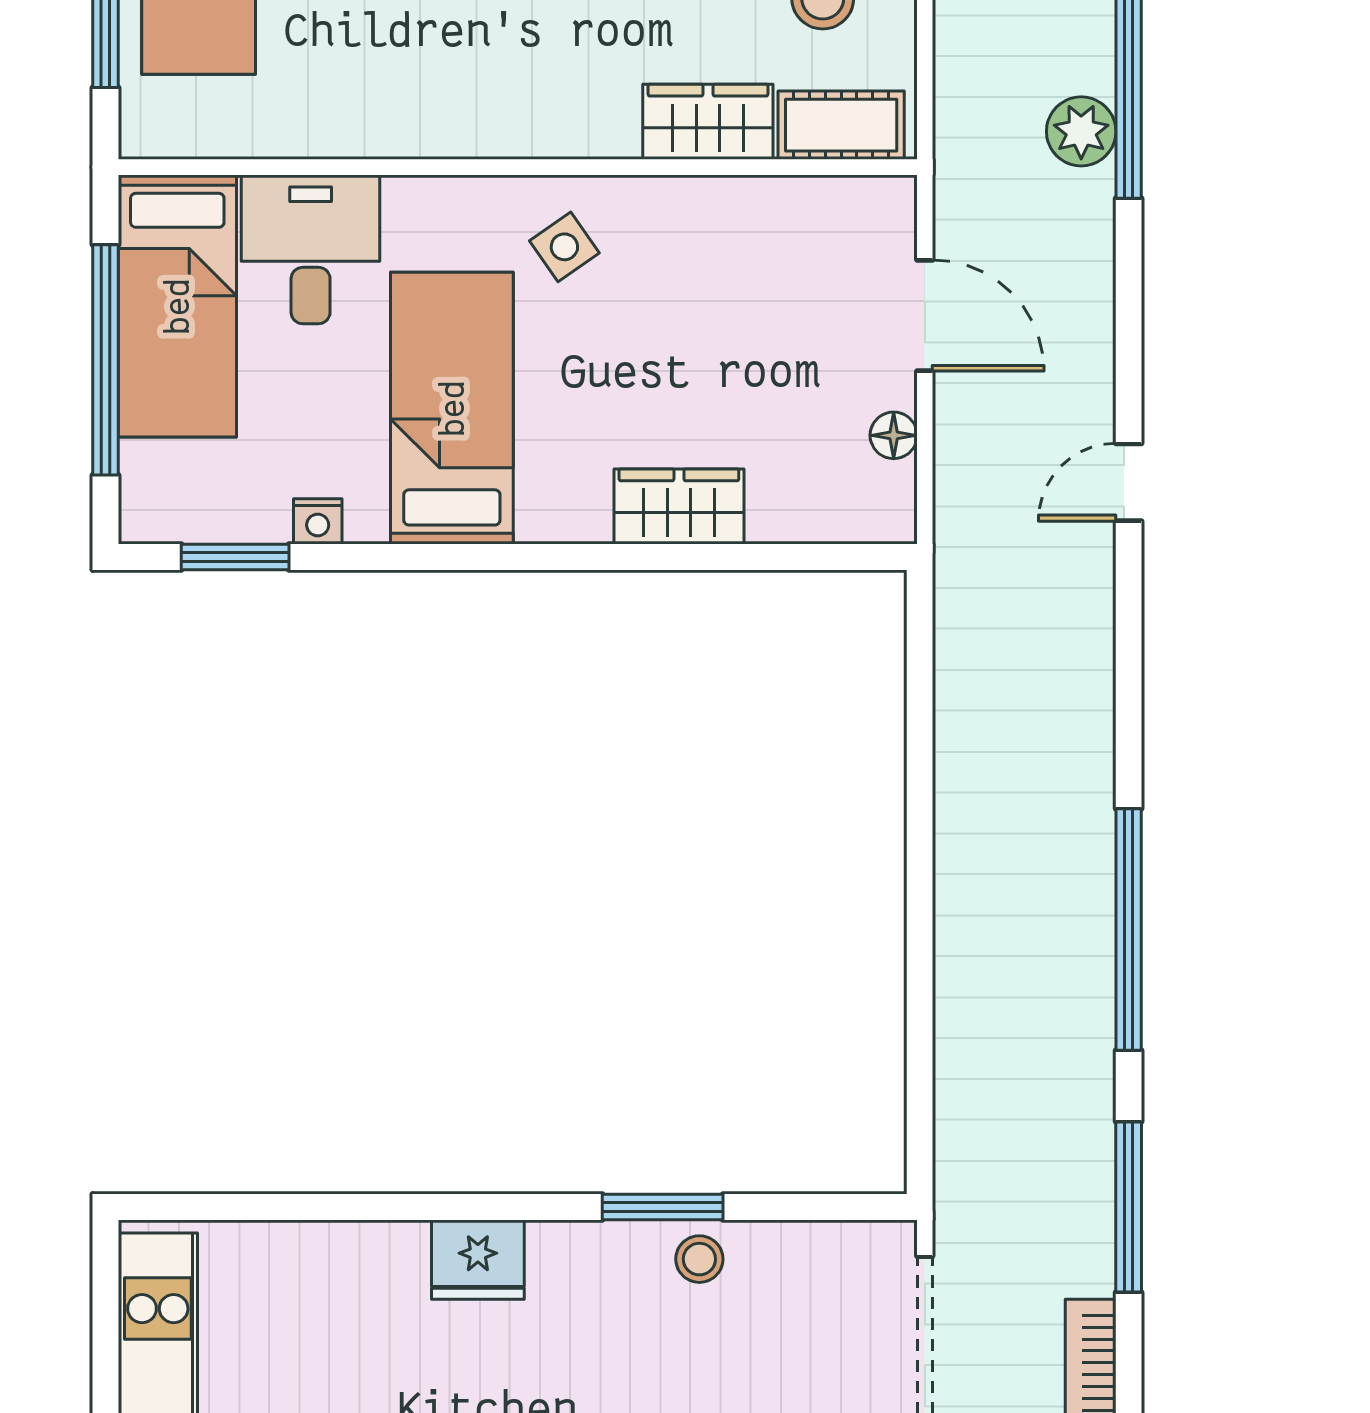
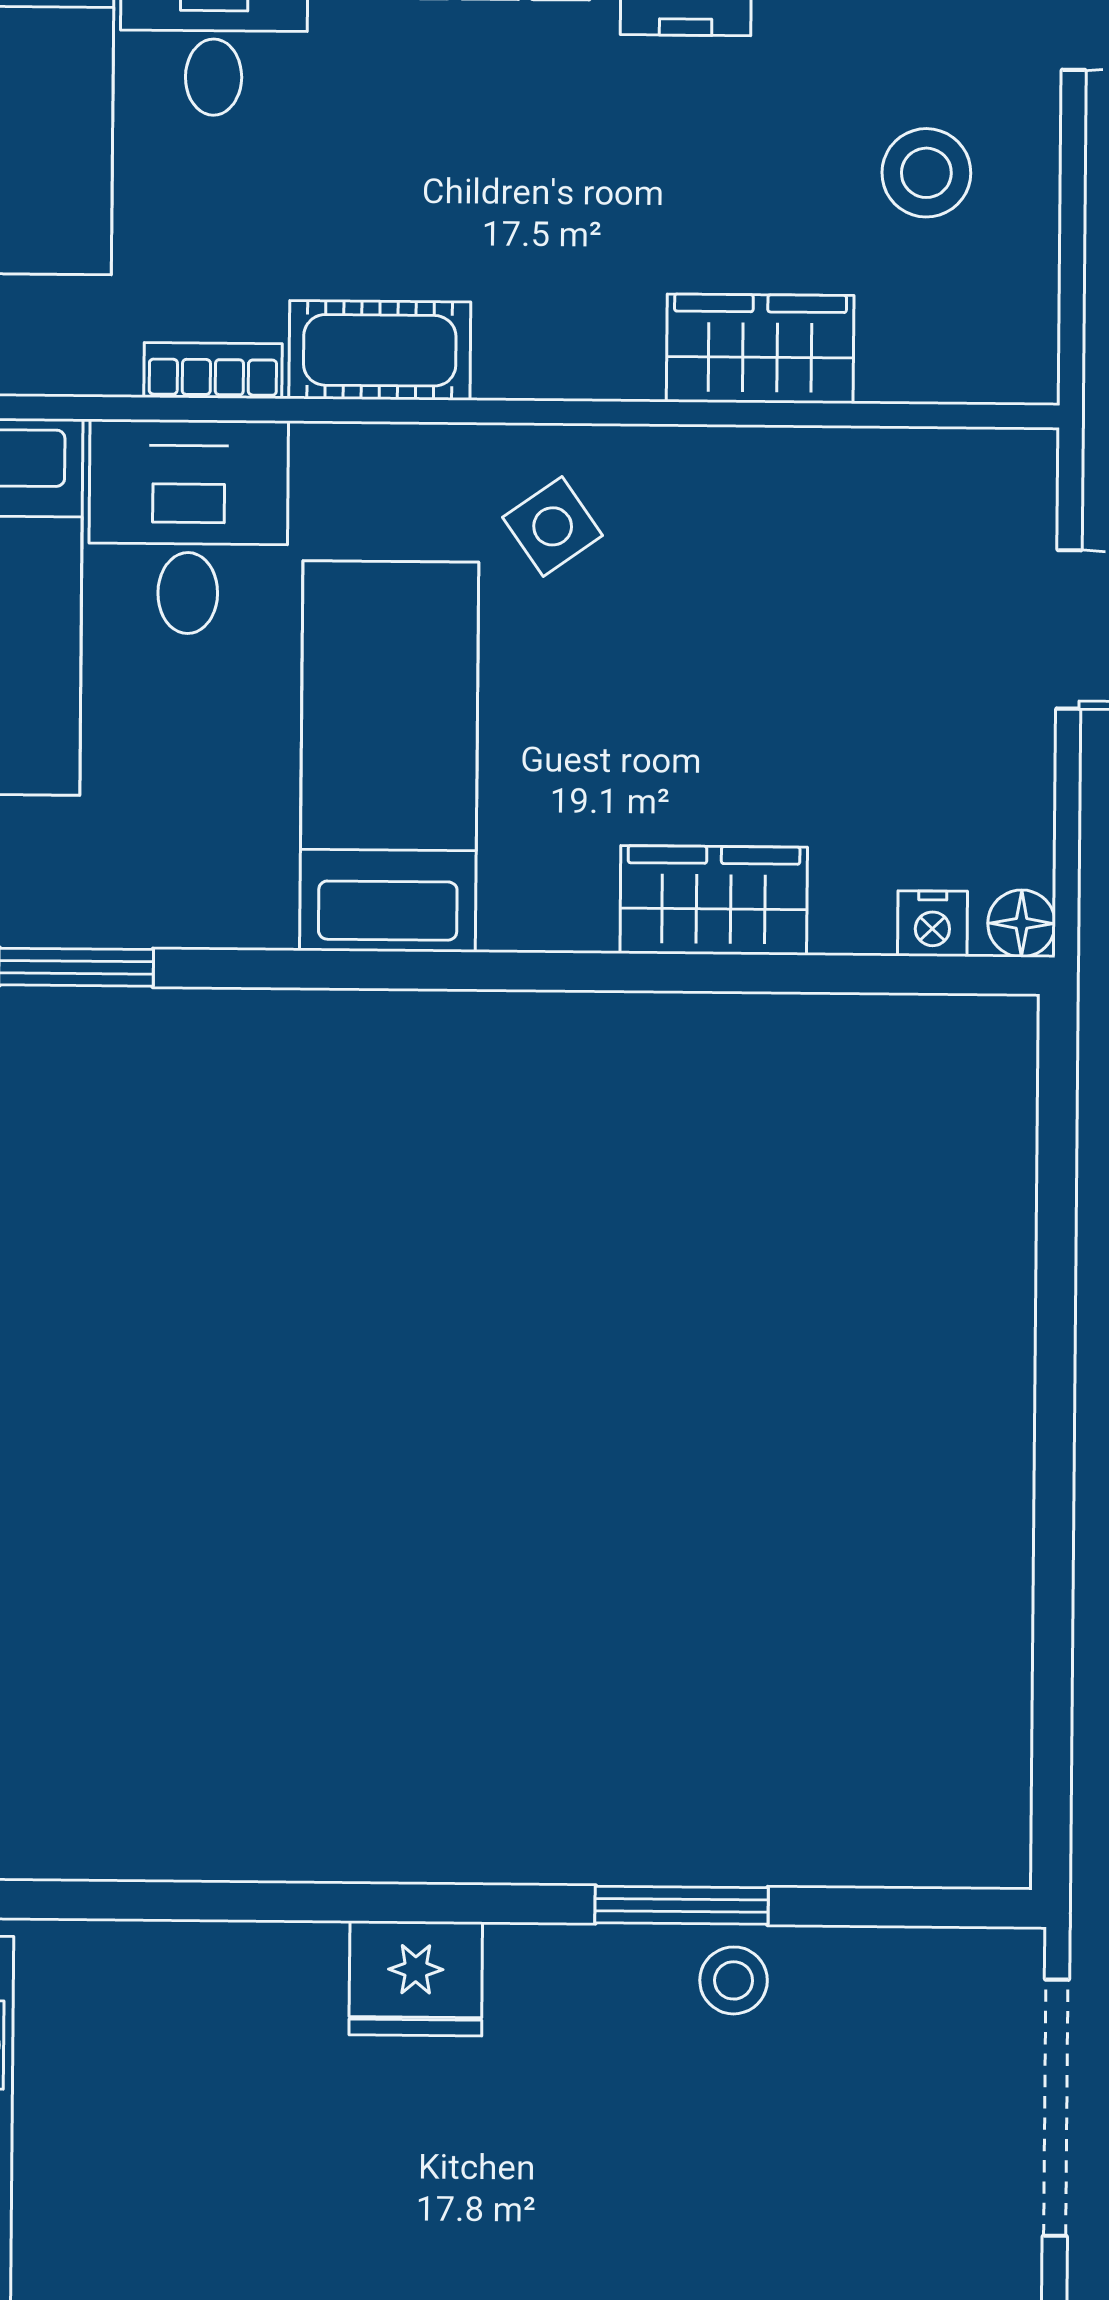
cot: (841, 125) -> (380, 350), moved
bookcase: (327, 140) -> (213, 370), added
floor lamp: (894, 435) -> (1022, 923), moved
nightstand: (318, 521) -> (932, 924), moved

